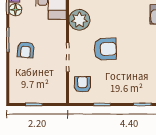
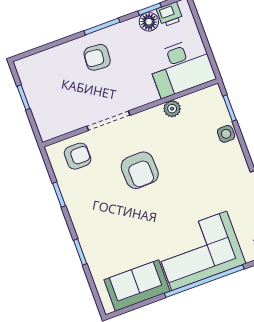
plant: (79, 20) -> (172, 109), width x0.53, depth x0.53

